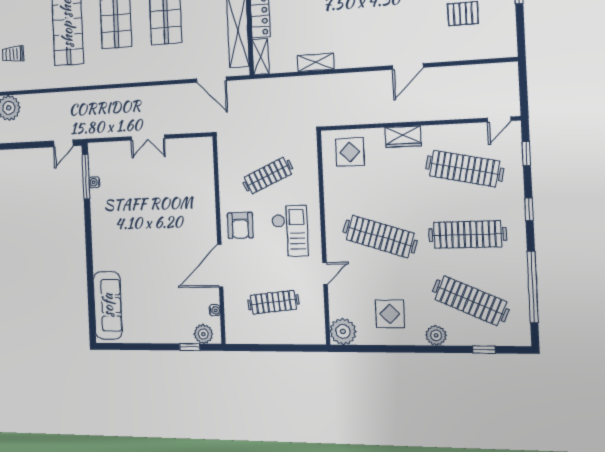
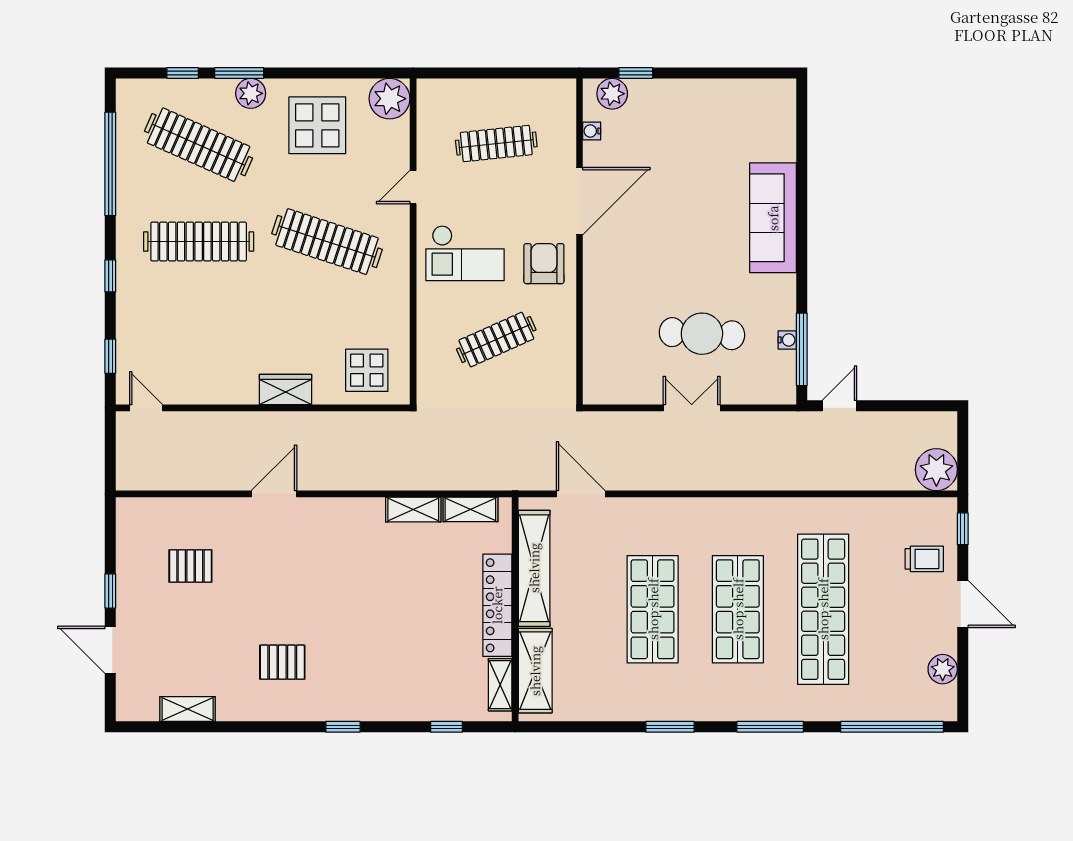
shelving: (261, 57) -> (470, 509), moved, turned 90
door: (499, 119) -> (146, 408), hinge flipped
clothes rail: (464, 169) -> (199, 338), removed
cafe table: (144, 184) -> (702, 334), added
checkout: (290, 231) -> (465, 253), turned -90
sofa: (108, 305) -> (773, 218), moved
display table: (390, 314) -> (317, 125), width x1.36, depth x1.36
window: (445, 349) -> (239, 73), added

